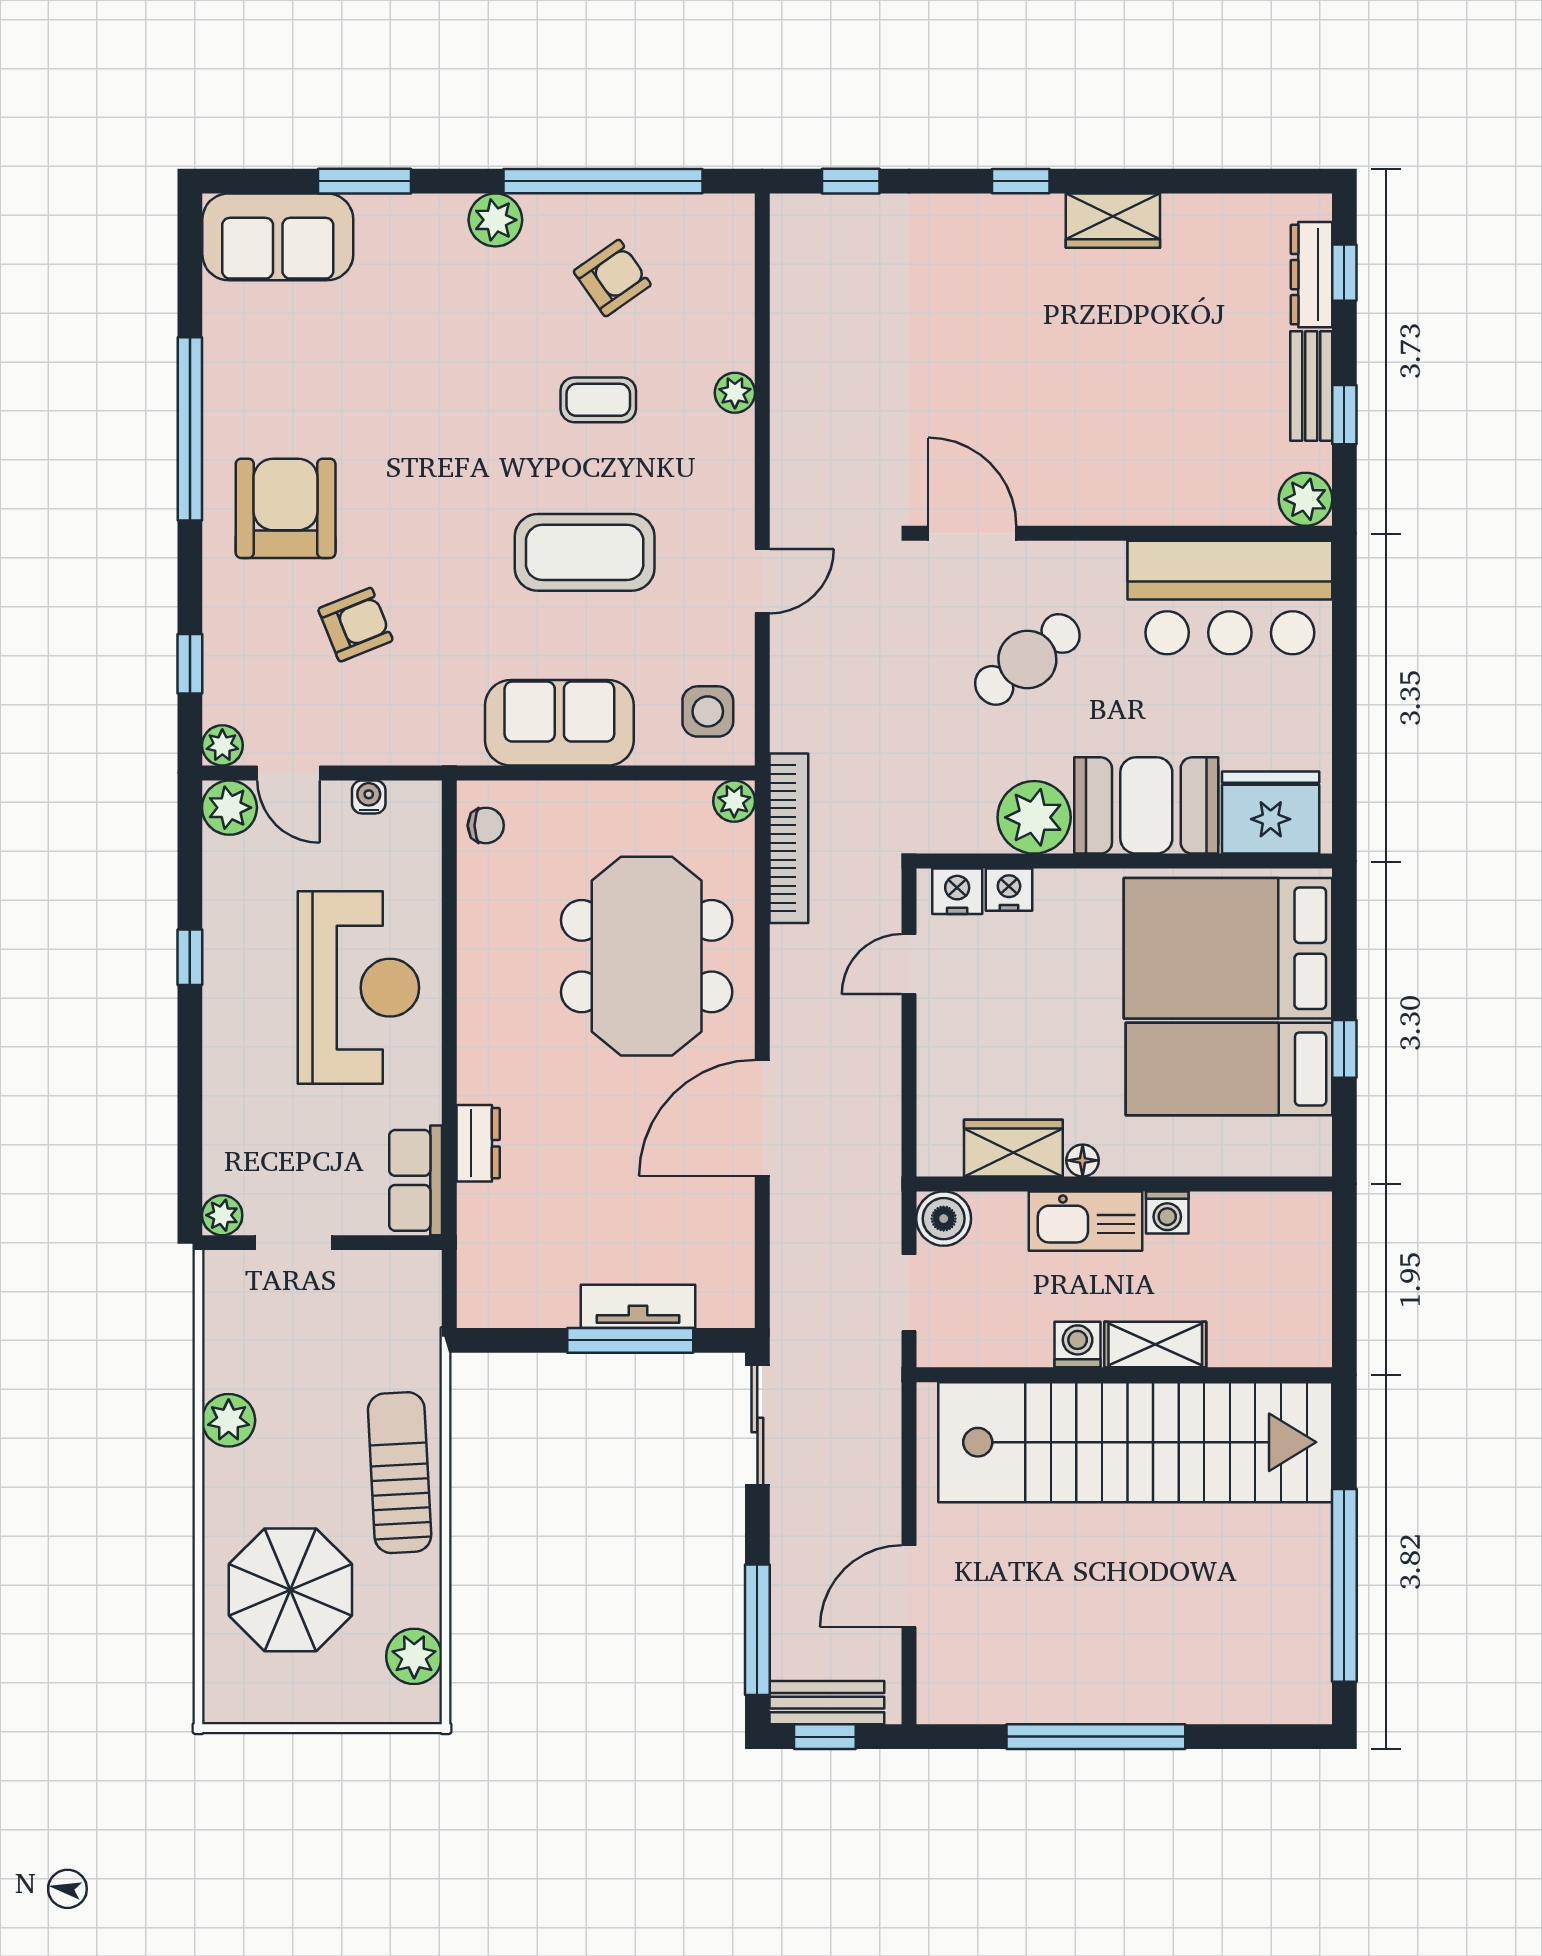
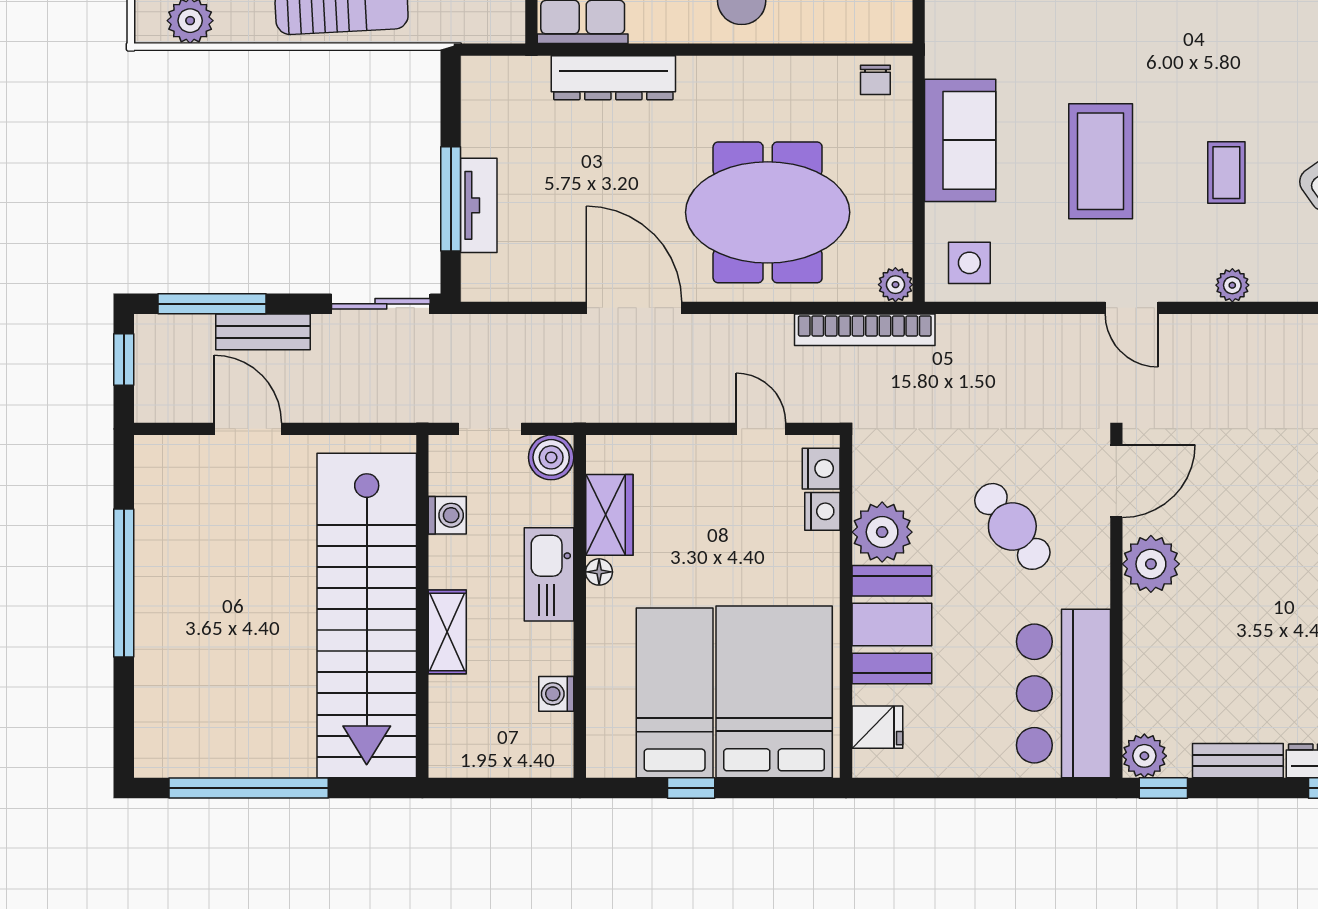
window: (1344, 415) -> (1163, 788), moved
plant: (1073, 491) -> (1151, 564), added
door: (762, 581) -> (1132, 308), moved
fridge: (1271, 813) -> (877, 727), width x0.53, depth x0.75
dresser: (478, 1143) -> (613, 78), width x1.96, depth x1.24
washing machine: (1167, 1212) -> (556, 694), moved
washing machine: (1078, 1344) -> (447, 515), moved
bench: (827, 1703) -> (263, 332), moved, turned 90

